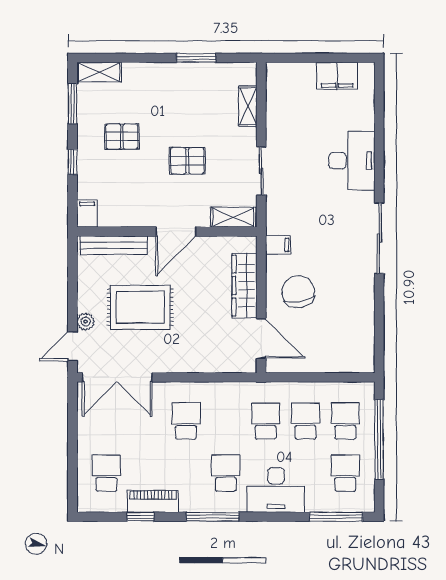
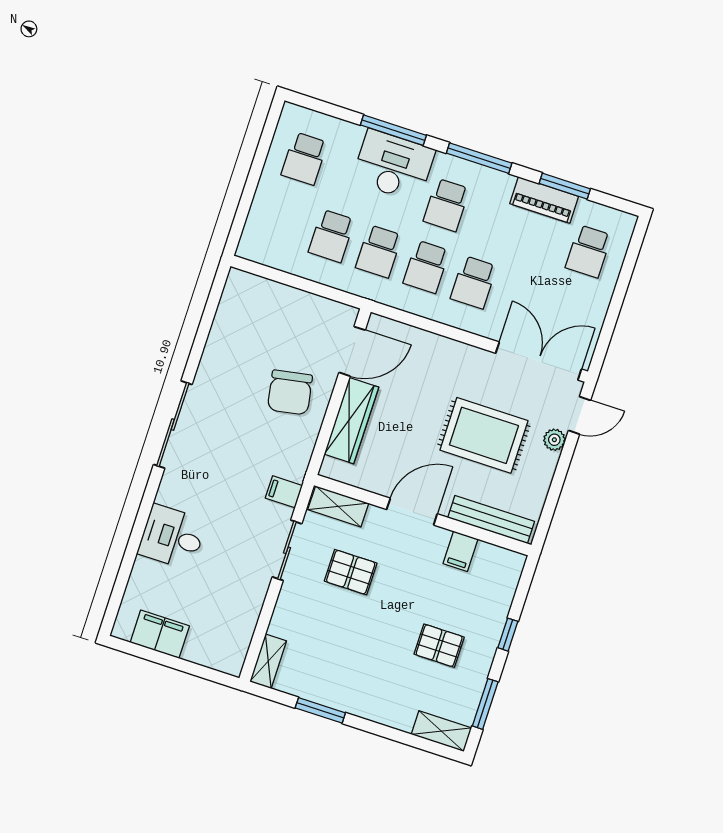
shelving: (248, 106) -> (268, 661), moved
pallet: (187, 161) -> (351, 572), moved
desk: (352, 161) -> (172, 537), width x0.73
filing cabinet: (87, 213) -> (461, 551), moved
filing cabinet: (278, 245) -> (284, 492), moved
door: (261, 338) -> (352, 351), swing flipped
school desk: (345, 421) -> (426, 267), moved
window: (379, 439) -> (251, 186), removed
window: (141, 517) -> (565, 186), width x1.50
window: (336, 517) -> (393, 130), moved

